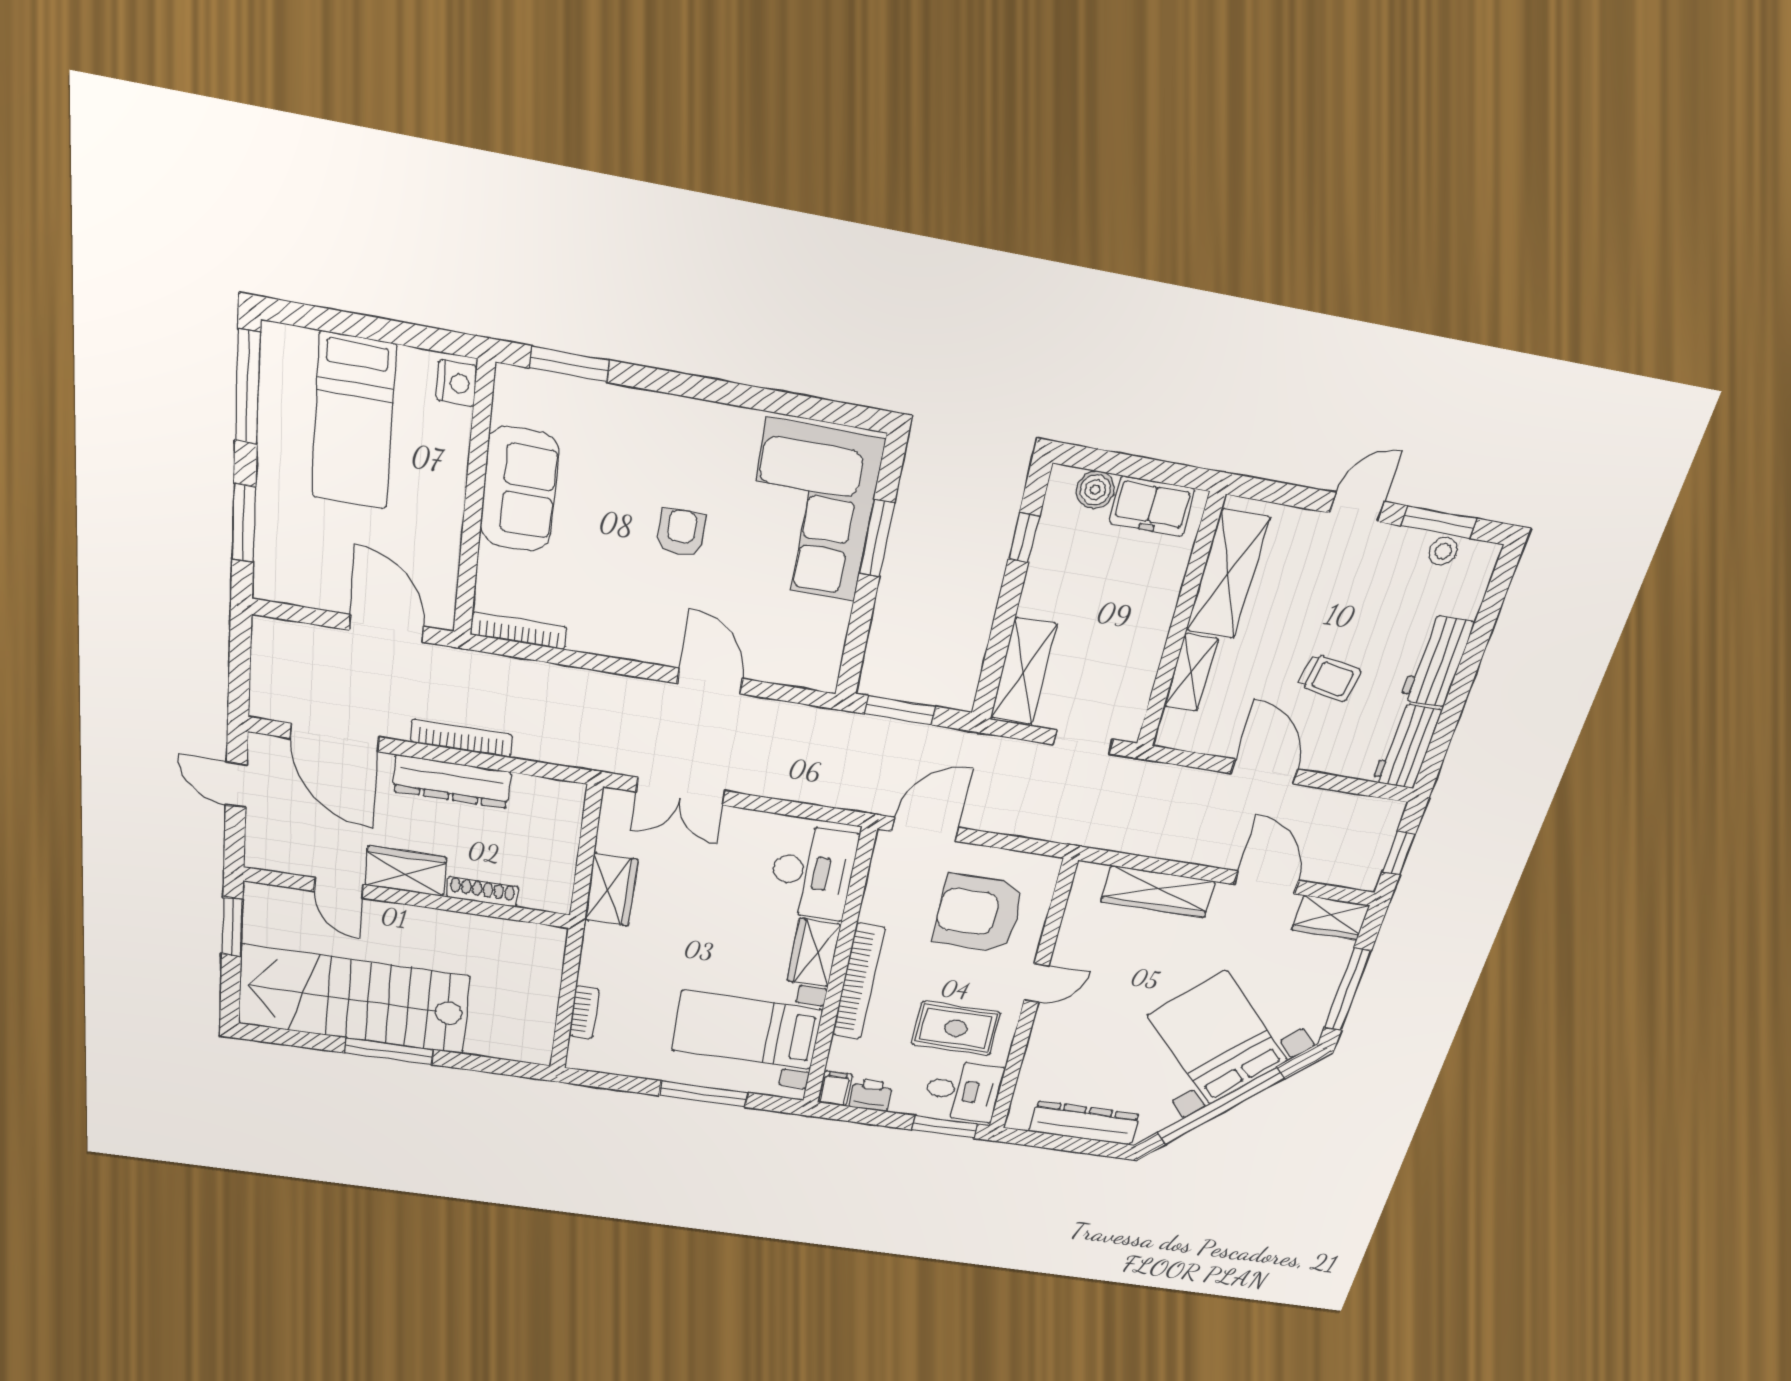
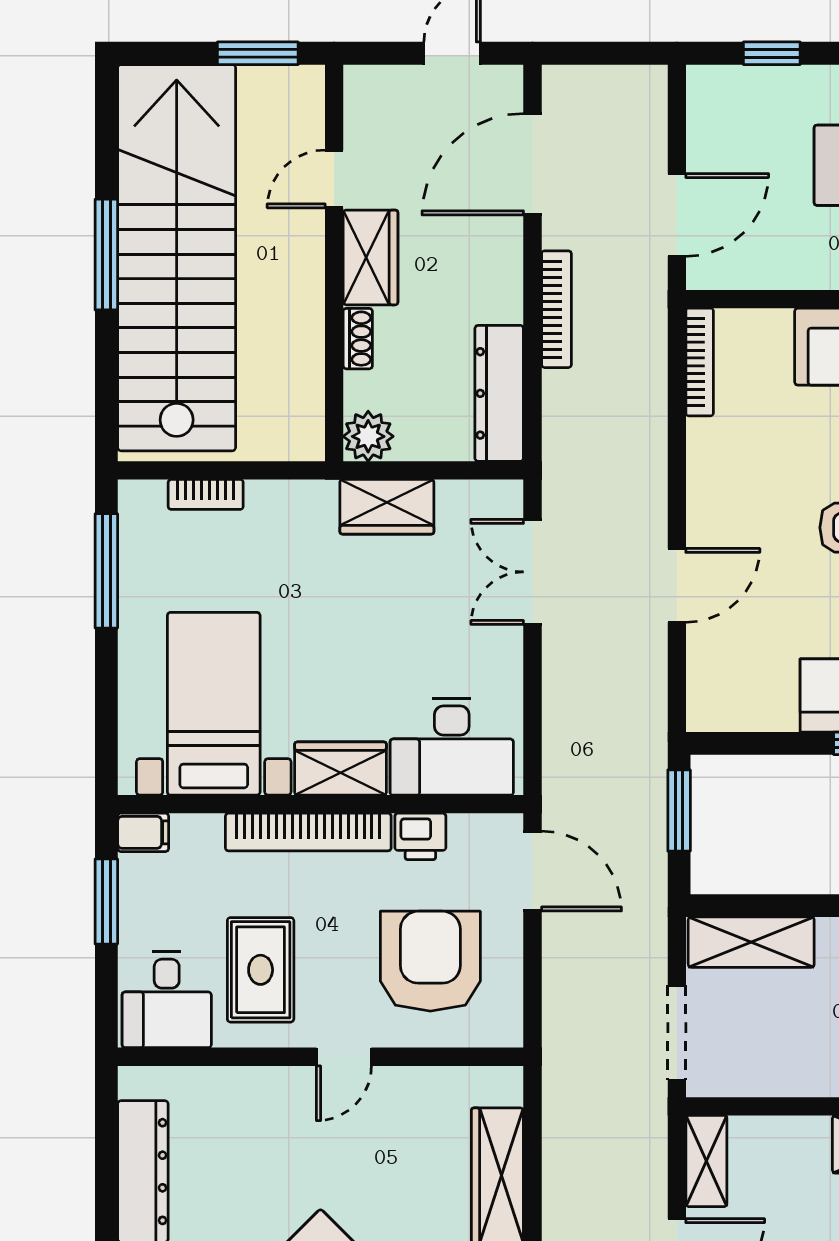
window: (244, 523) -> (772, 53), width x0.67
shelving: (1191, 673) -> (706, 1161), moved, turned 90
doorway: (1083, 742) -> (677, 1033), width x1.38
dresser: (452, 782) -> (499, 393), moved
shoe rack: (482, 892) -> (358, 339), width x0.70
plant: (552, 895) -> (368, 436), added
door: (1036, 983) -> (344, 1057), hinge flipped
stairs: (354, 1000) -> (177, 258), width x1.36
window: (703, 1094) -> (106, 571), moved
printer: (871, 1095) -> (420, 836), moved, turned 90
window: (945, 1127) -> (106, 902), moved

